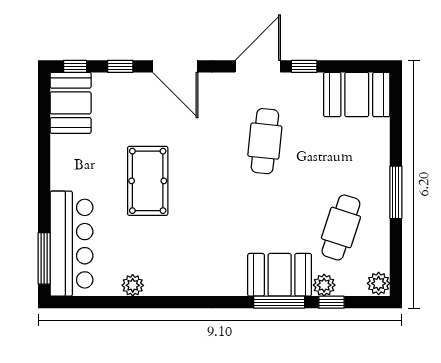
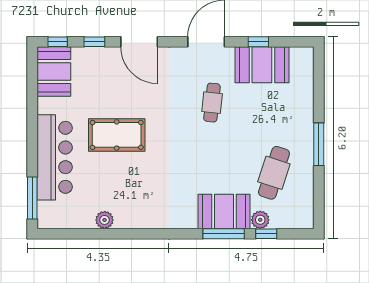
window: (304, 66) -> (258, 42), moved
booth: (357, 95) -> (262, 65), moved
cafe table: (265, 141) -> (212, 103), width x0.73, depth x0.74
pool table: (148, 181) -> (117, 135), turned 90
bar counter: (71, 244) -> (55, 157), moved
plant: (379, 283) -> (305, 218), removed

